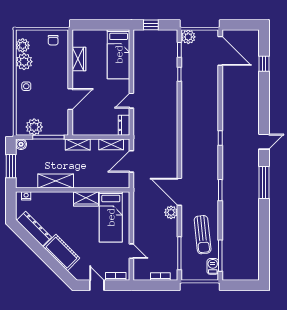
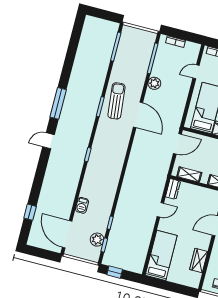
window: (151, 25) -> (115, 272), moved
plant: (188, 37) -> (97, 240), moved
door: (131, 161) -> (177, 144), moved
plant: (171, 212) -> (154, 83), moved
sun lounger: (203, 235) -> (116, 101), moved
door: (131, 251) -> (196, 72), hinge flipped
barbecue: (213, 266) -> (82, 205), moved

